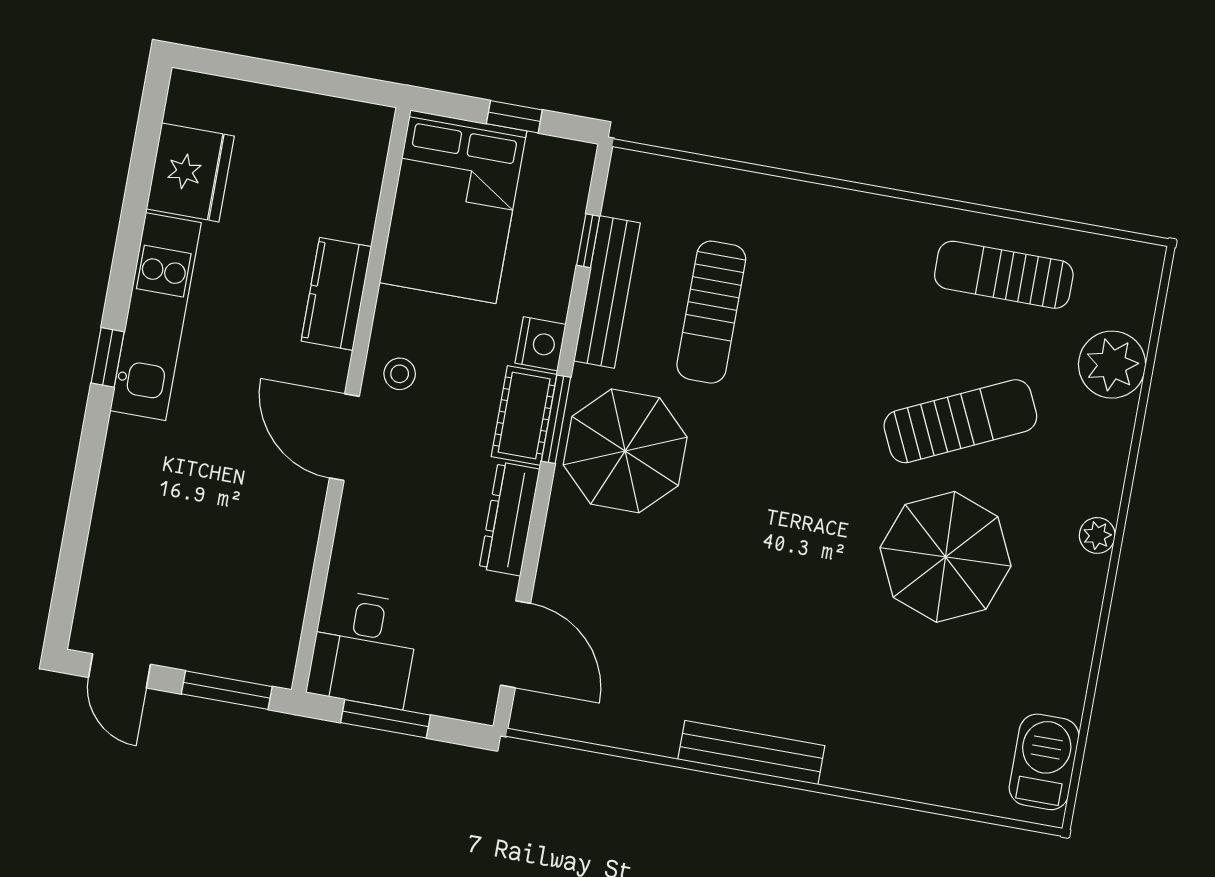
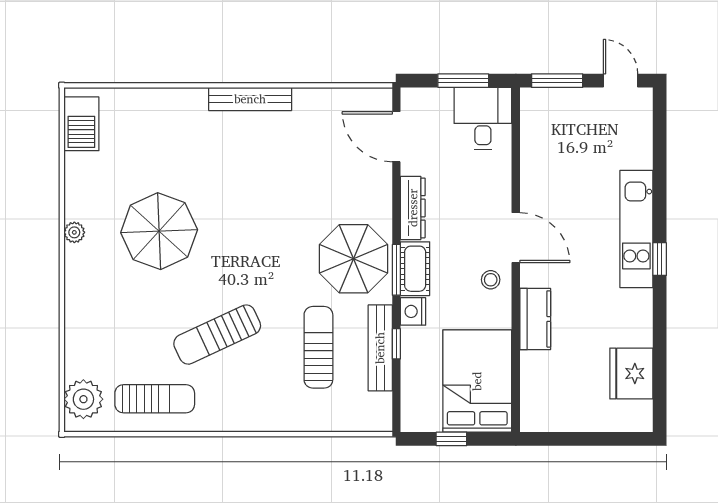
window: (588, 241) -> (396, 344), moved
kitchen unit: (156, 317) -> (636, 229), moved
plant: (1112, 365) -> (83, 399), moved
sun lounger: (960, 421) -> (217, 335), moved
plant: (1097, 535) -> (74, 232), moved

